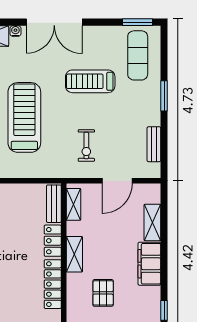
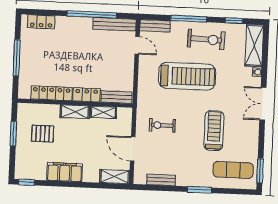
double door: (54, 22) -> (263, 104), width x0.73
shelving: (73, 204) -> (103, 112), moved
shelving: (152, 222) -> (115, 177), moved

